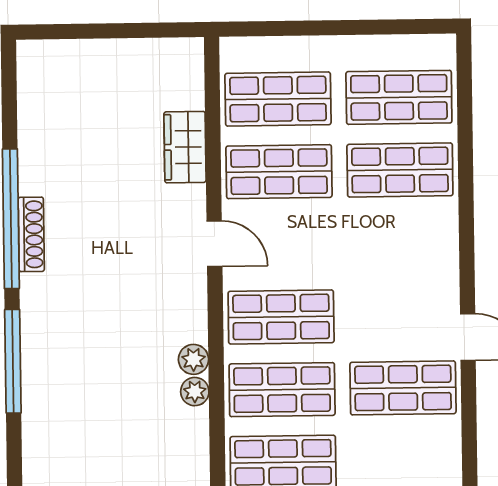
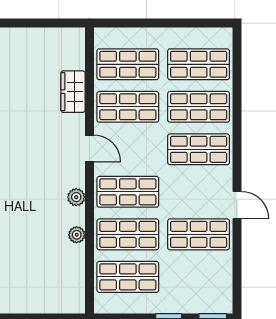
shop shelf: (401, 243) -> (199, 149), added
plant: (194, 359) -> (76, 197), moved

